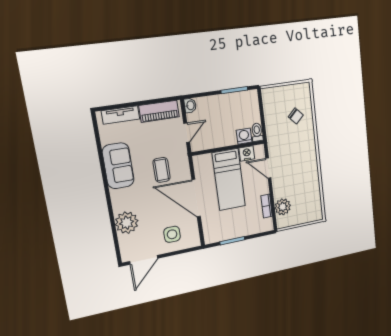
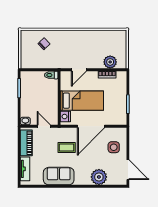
washing machine: (244, 136) -> (53, 85), removed
nightstand: (247, 153) -> (65, 117), moved

